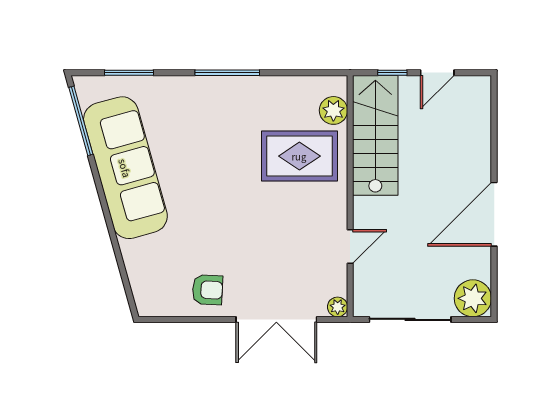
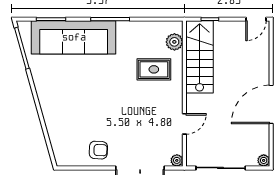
door: (437, 73) -> (256, 19), moved
rug: (299, 156) -> (154, 69), width x0.73, depth x0.70
sofa: (125, 168) -> (74, 37), moved, turned 106
plant: (473, 298) -> (264, 160), width x0.53, depth x0.53

